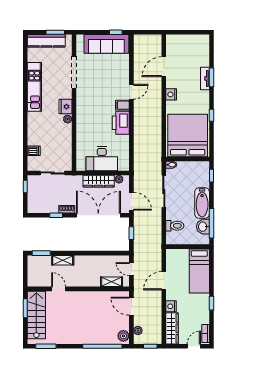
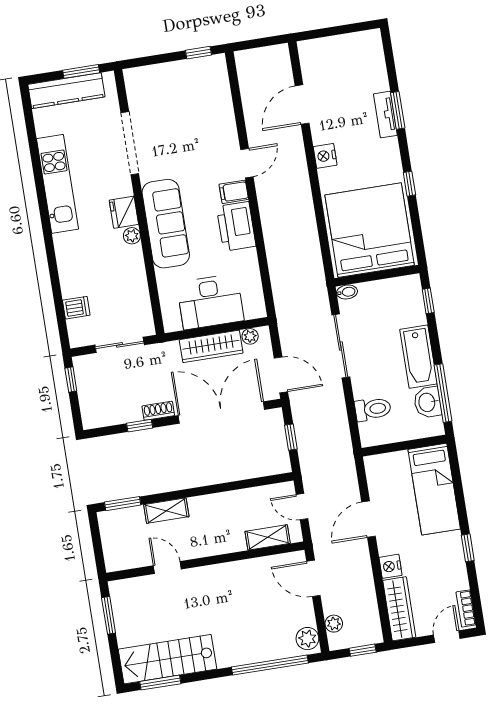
sofa: (106, 44) -> (166, 224), moved, turned -90
stairs: (36, 315) -> (167, 659), moved, turned -90

